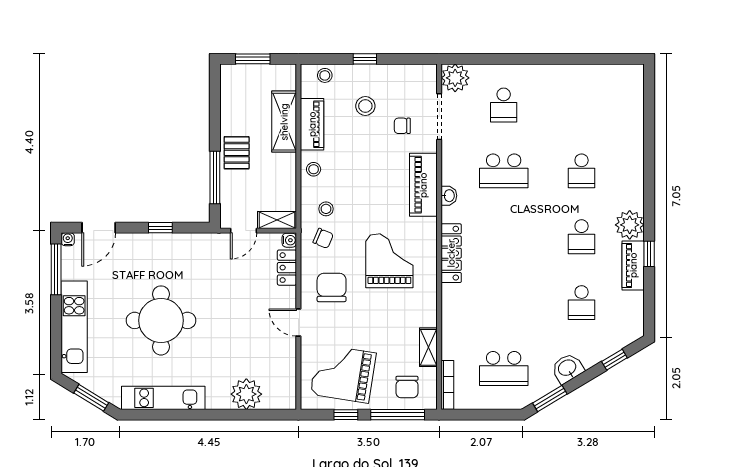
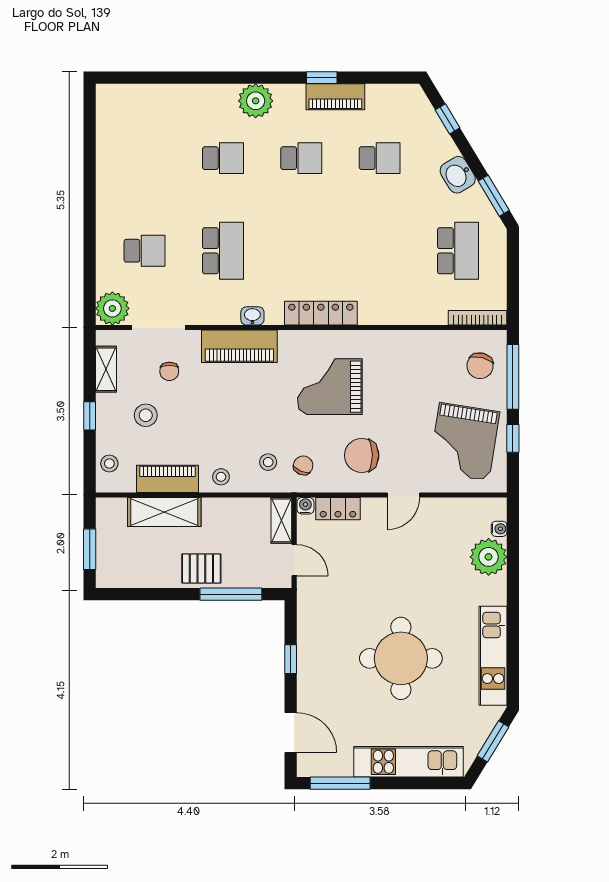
plant: (630, 225) -> (256, 101), moved
water cooler: (68, 239) -> (499, 529), moved, turned 180
shelving: (428, 347) -> (106, 369), moved, turned 90
chair: (407, 387) -> (480, 366), turned 104

